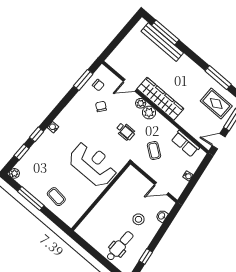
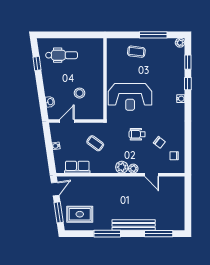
bench: (162, 42) -> (134, 225), moved
window: (218, 78) -> (107, 234), moved
window: (83, 80) -> (188, 150), removed
door: (130, 85) -> (152, 175), swing flipped
wardrobe: (160, 99) -> (122, 184), removed
wheelchair: (125, 131) -> (137, 134), moved
stool: (138, 219) -> (80, 93), moved
dental chair: (120, 246) -> (62, 55), turned -90

